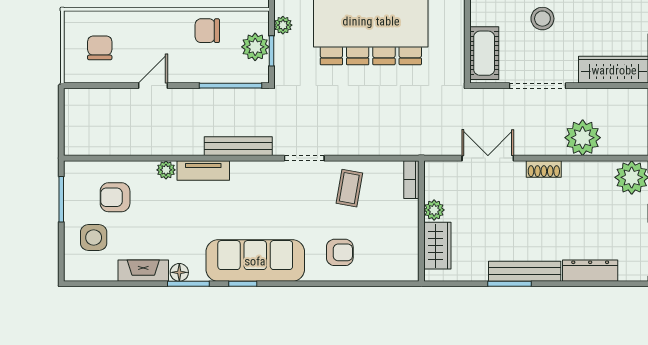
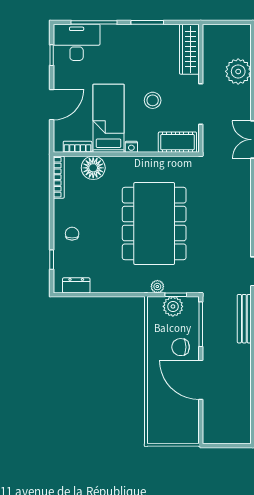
chair: (207, 31) -> (181, 347), moved, turned 90
chair: (100, 48) -> (174, 418), removed
door: (153, 86) -> (201, 380), width x1.87

